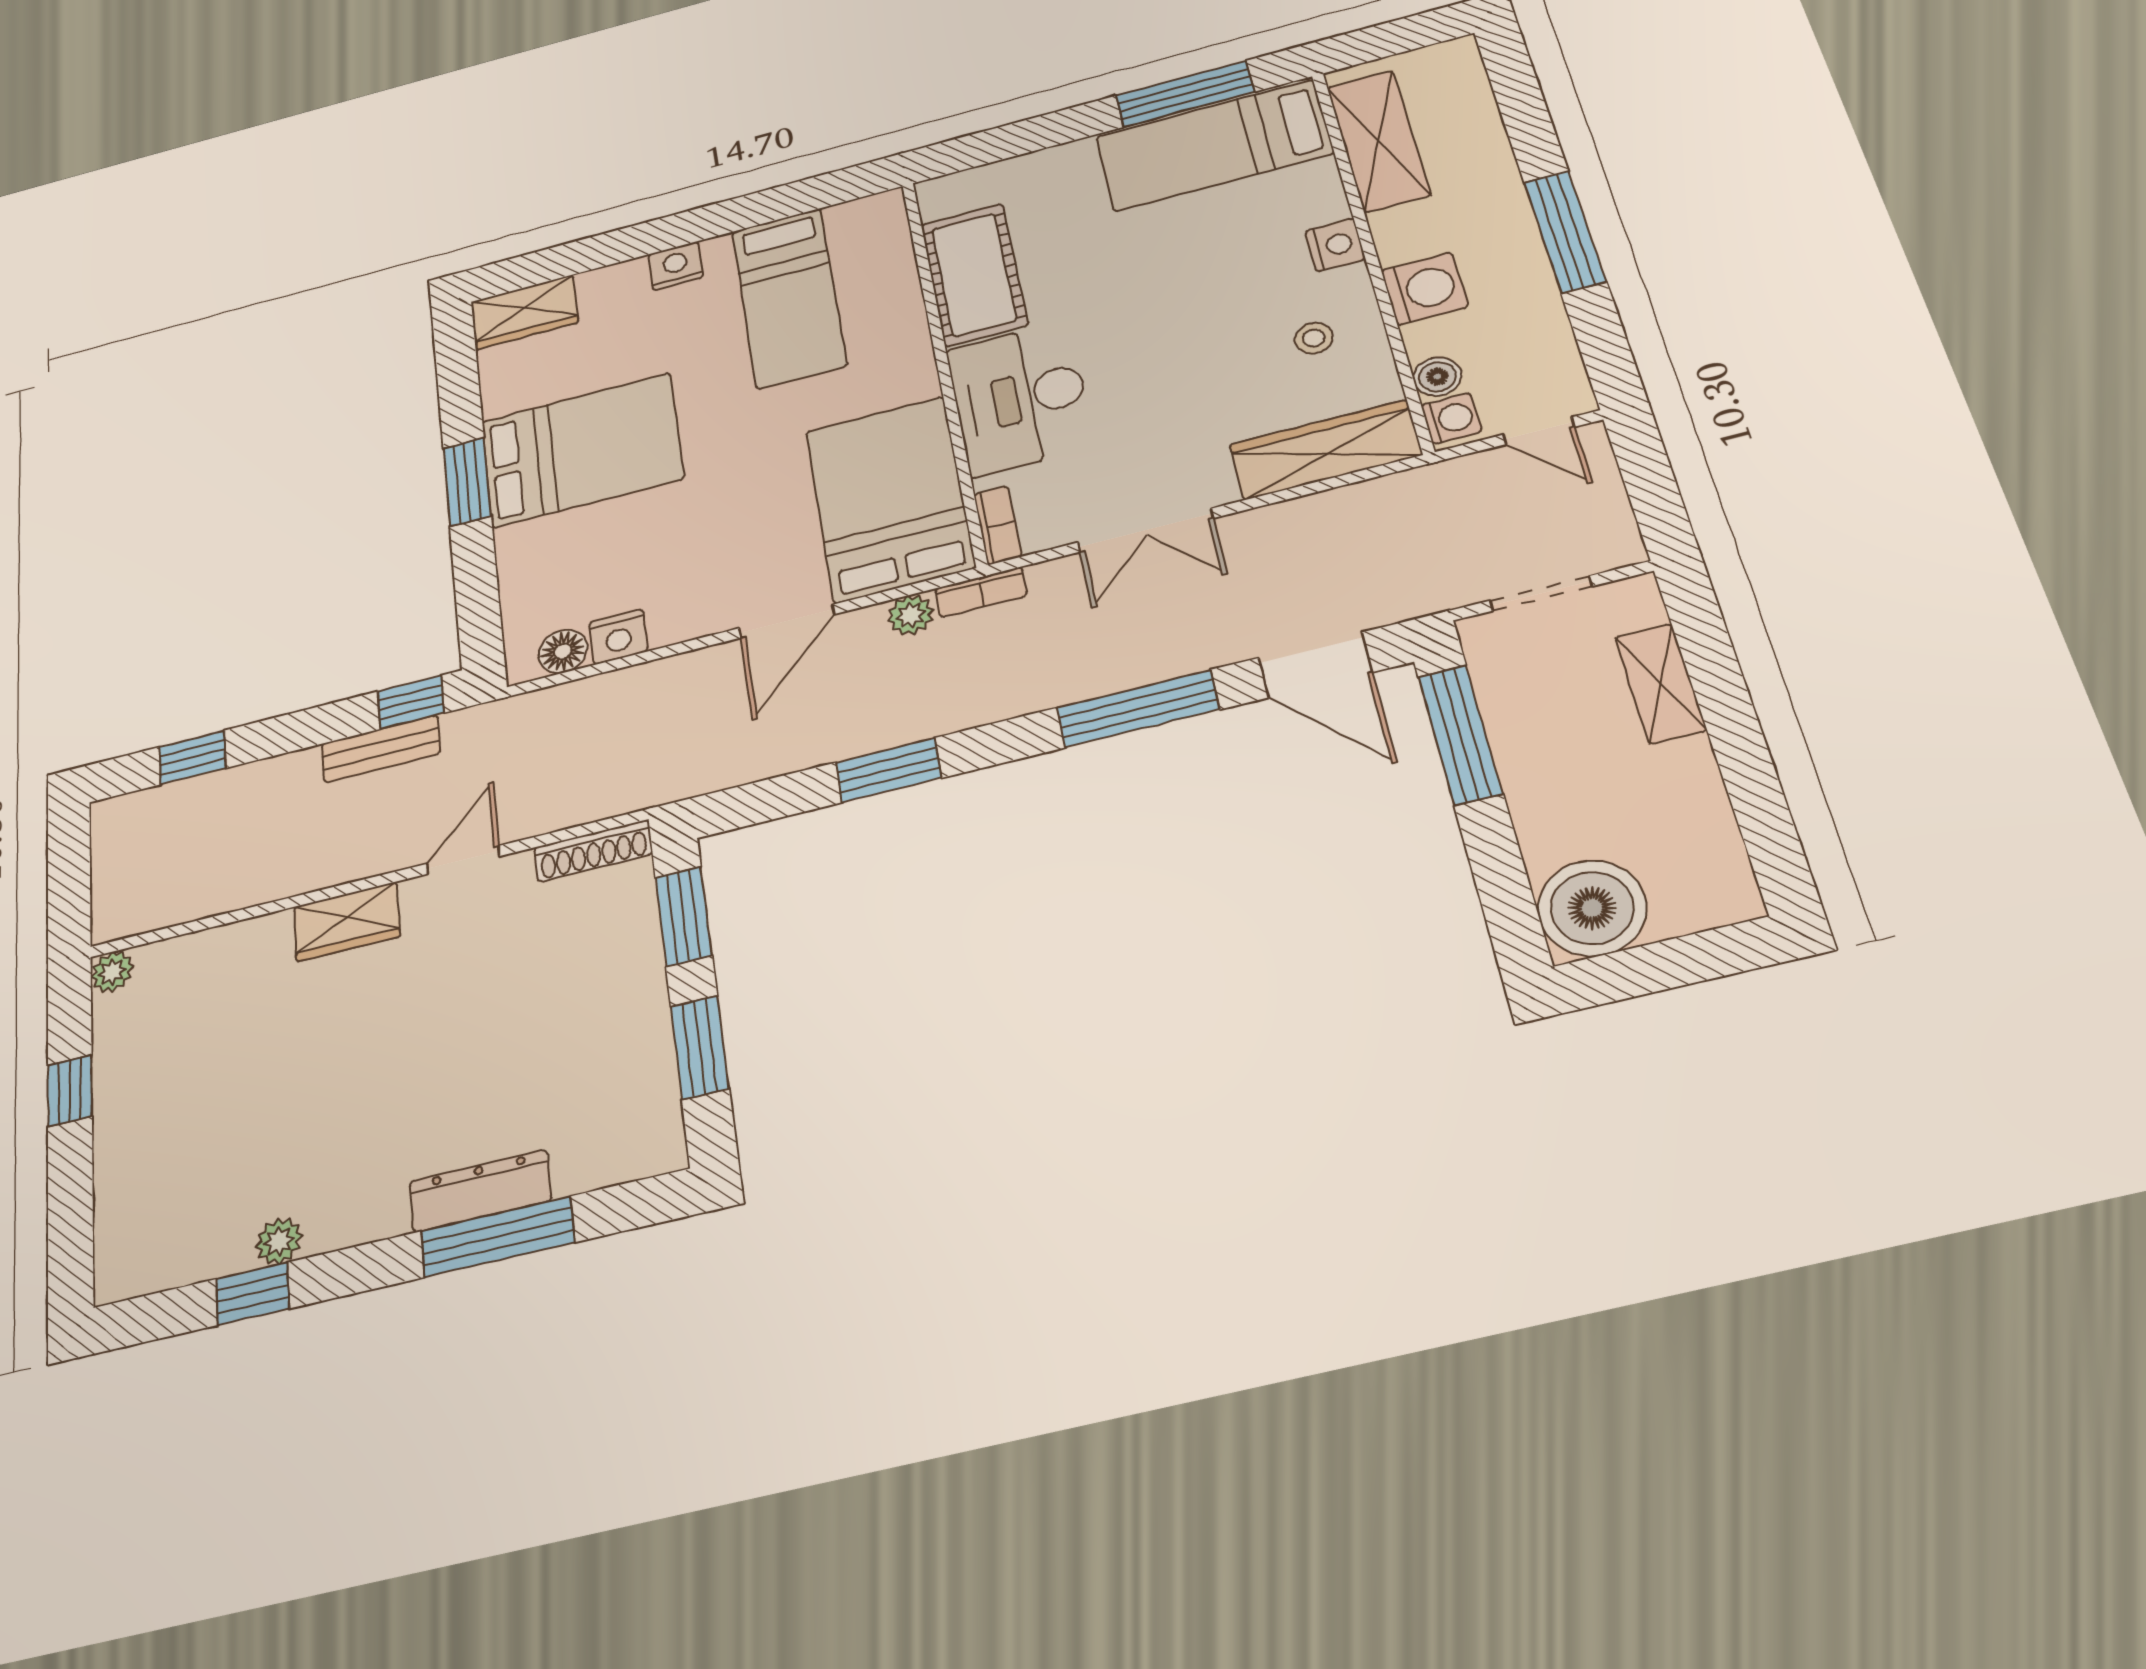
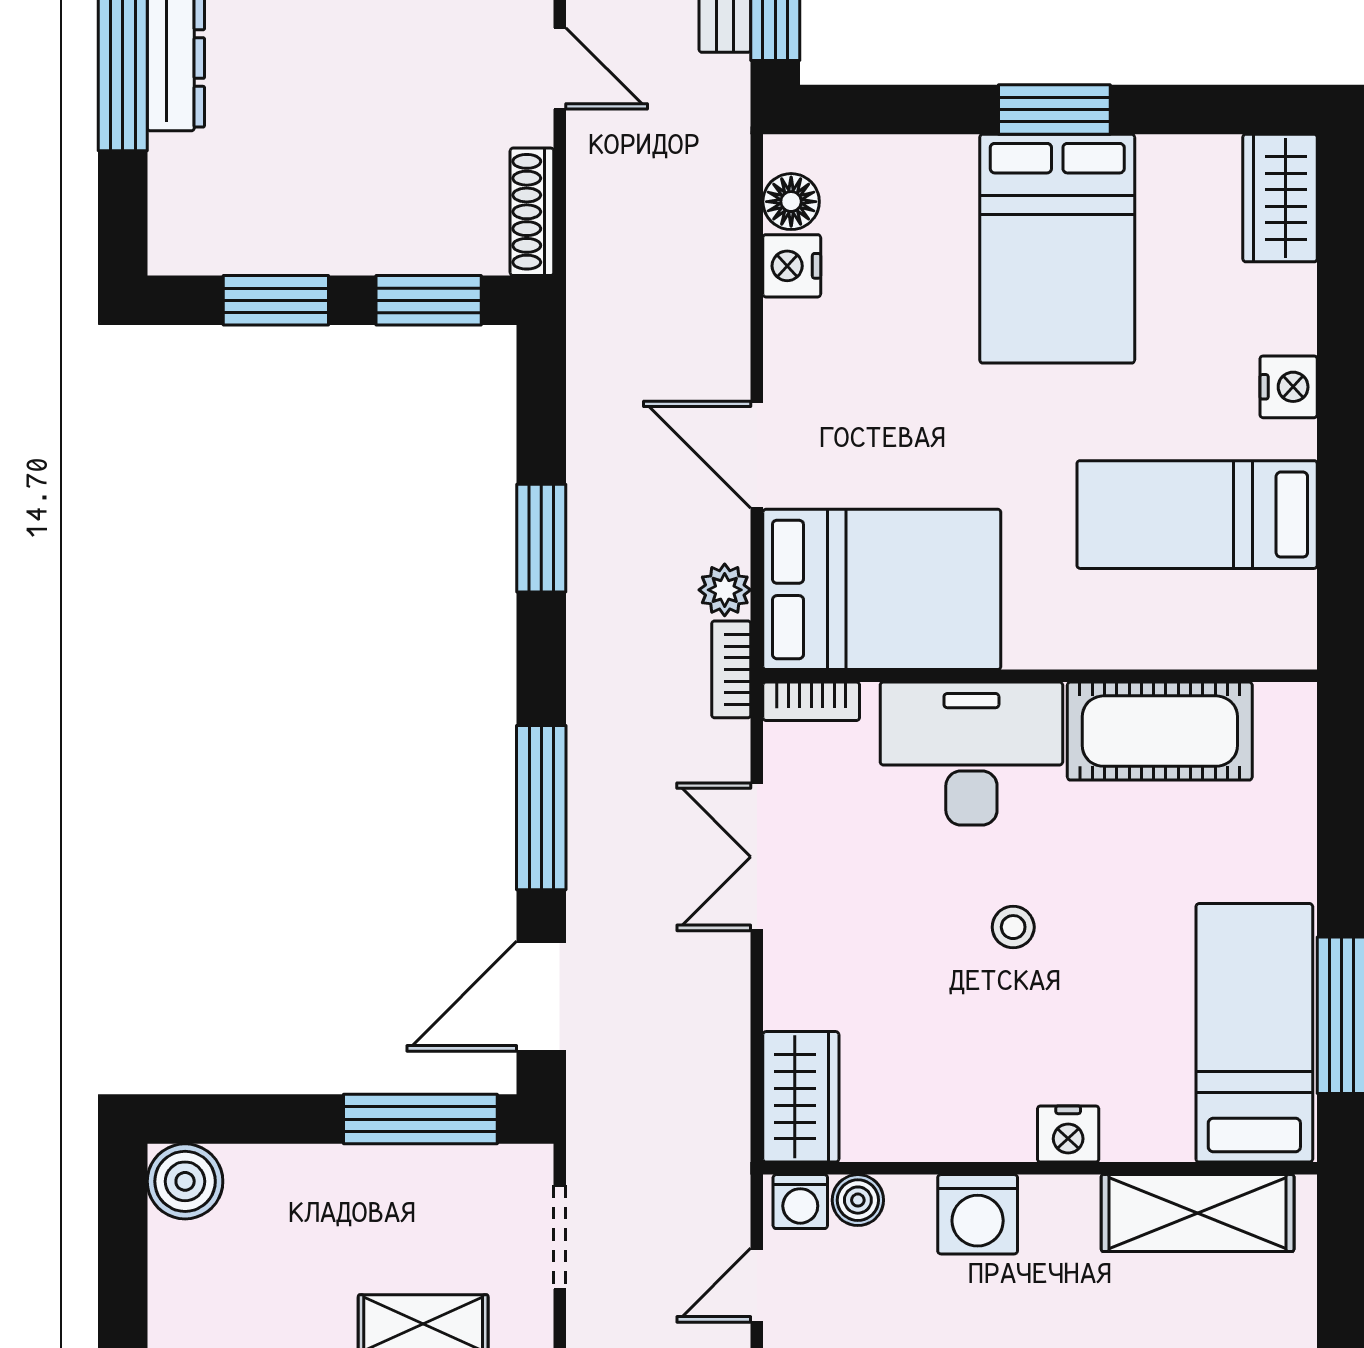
stool: (1314, 338) -> (1013, 927), moved
wardrobe: (1326, 450) -> (801, 1097), width x0.67
boiler: (1592, 908) -> (185, 1181), width x0.73, depth x0.73

